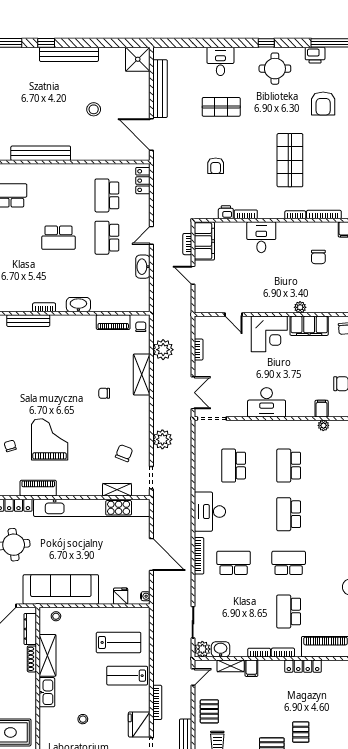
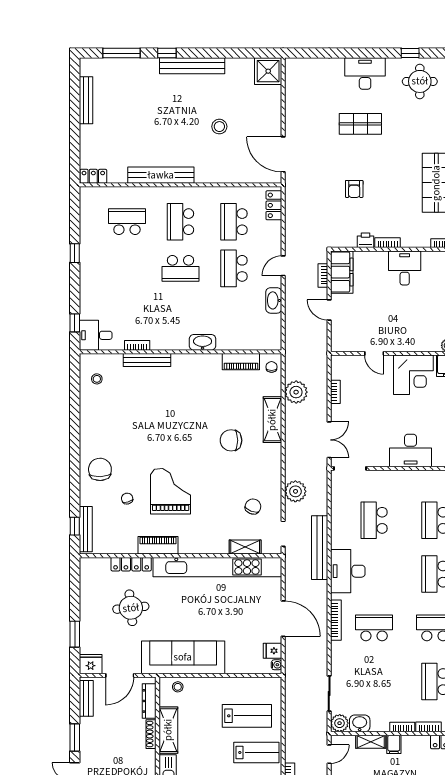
desk: (220, 61) -> (365, 74), width x1.37
bench: (160, 89) -> (320, 548), moved
school desk: (58, 195) -> (181, 222), added
bookcase: (44, 307) -> (137, 345), moved
chair: (104, 393) -> (231, 440), width x1.87, depth x1.87
fridge: (121, 596) -> (272, 651), moved, turned -90
lab bench: (127, 676) -> (256, 752), turned 180

